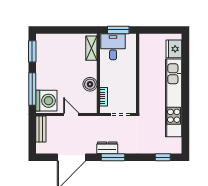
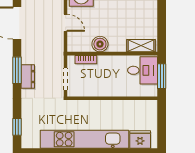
door: (71, 115) -> (66, 23), hinge flipped
dresser: (107, 148) -> (28, 77), moved

